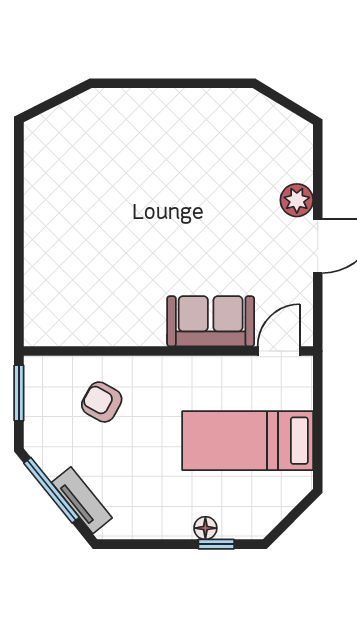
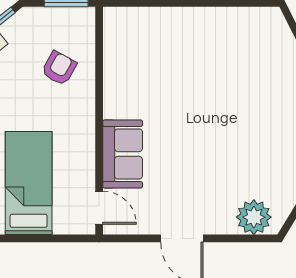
plant: (297, 200) -> (254, 217), moved, width x1.36, depth x1.36

